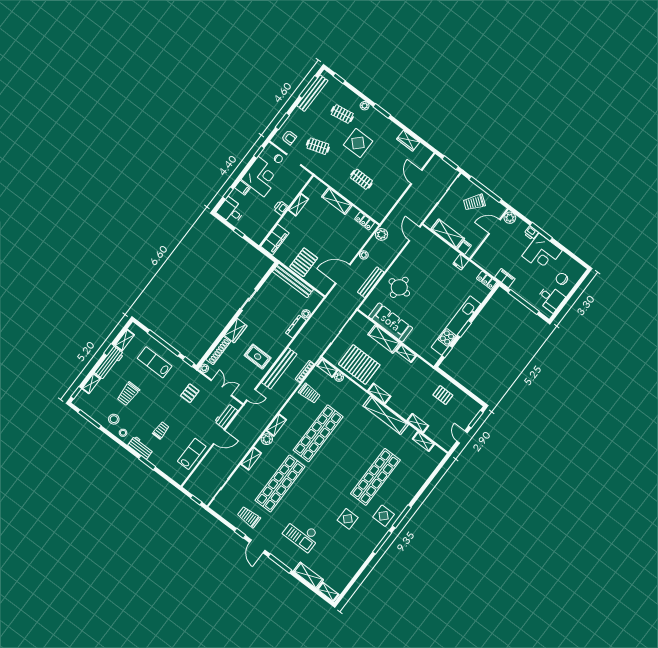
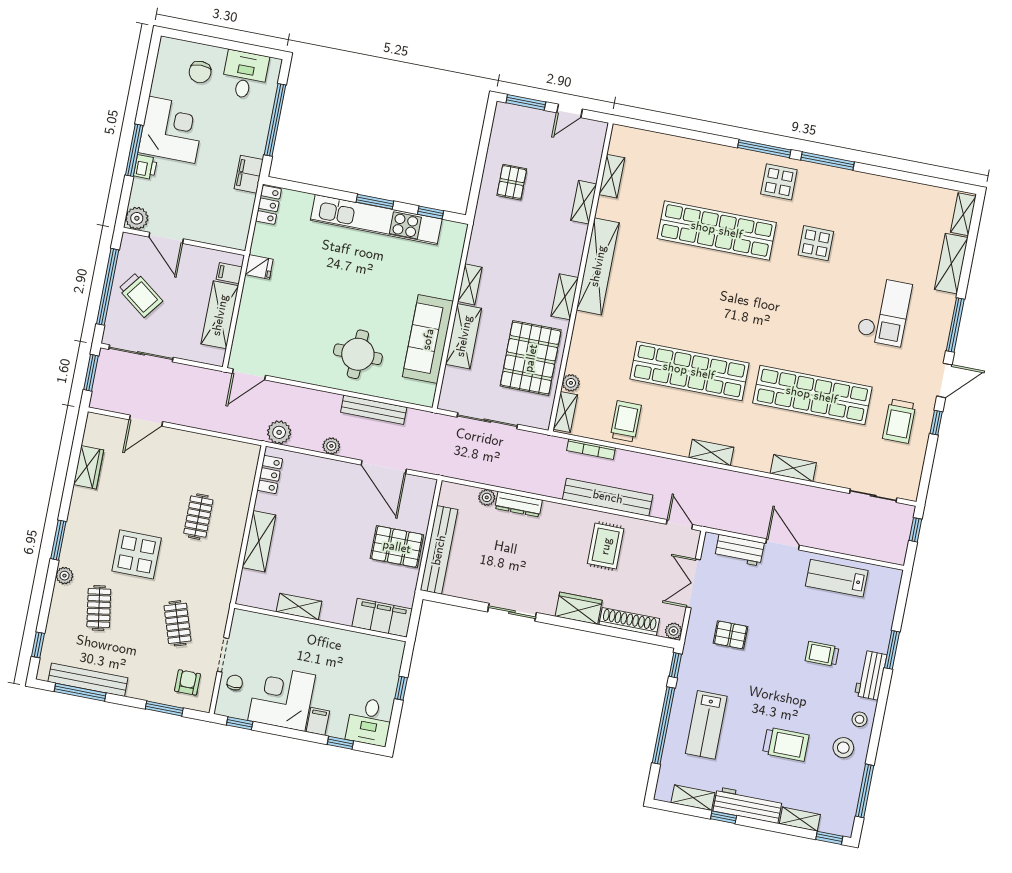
printer: (281, 208) -> (320, 635), removed
plant: (267, 439) -> (745, 457), removed

